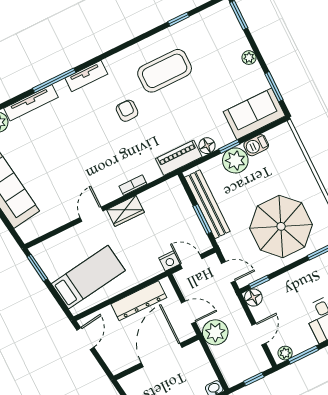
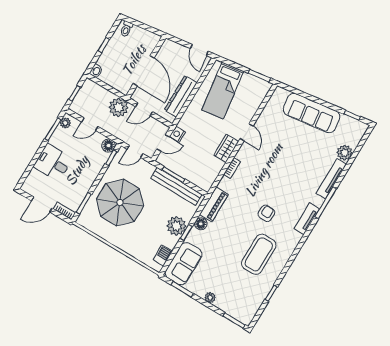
armchair: (127, 111) -> (266, 213), turned -88
barbecue: (256, 145) -> (163, 255), moved
door: (259, 334) -> (90, 124), hinge flipped

